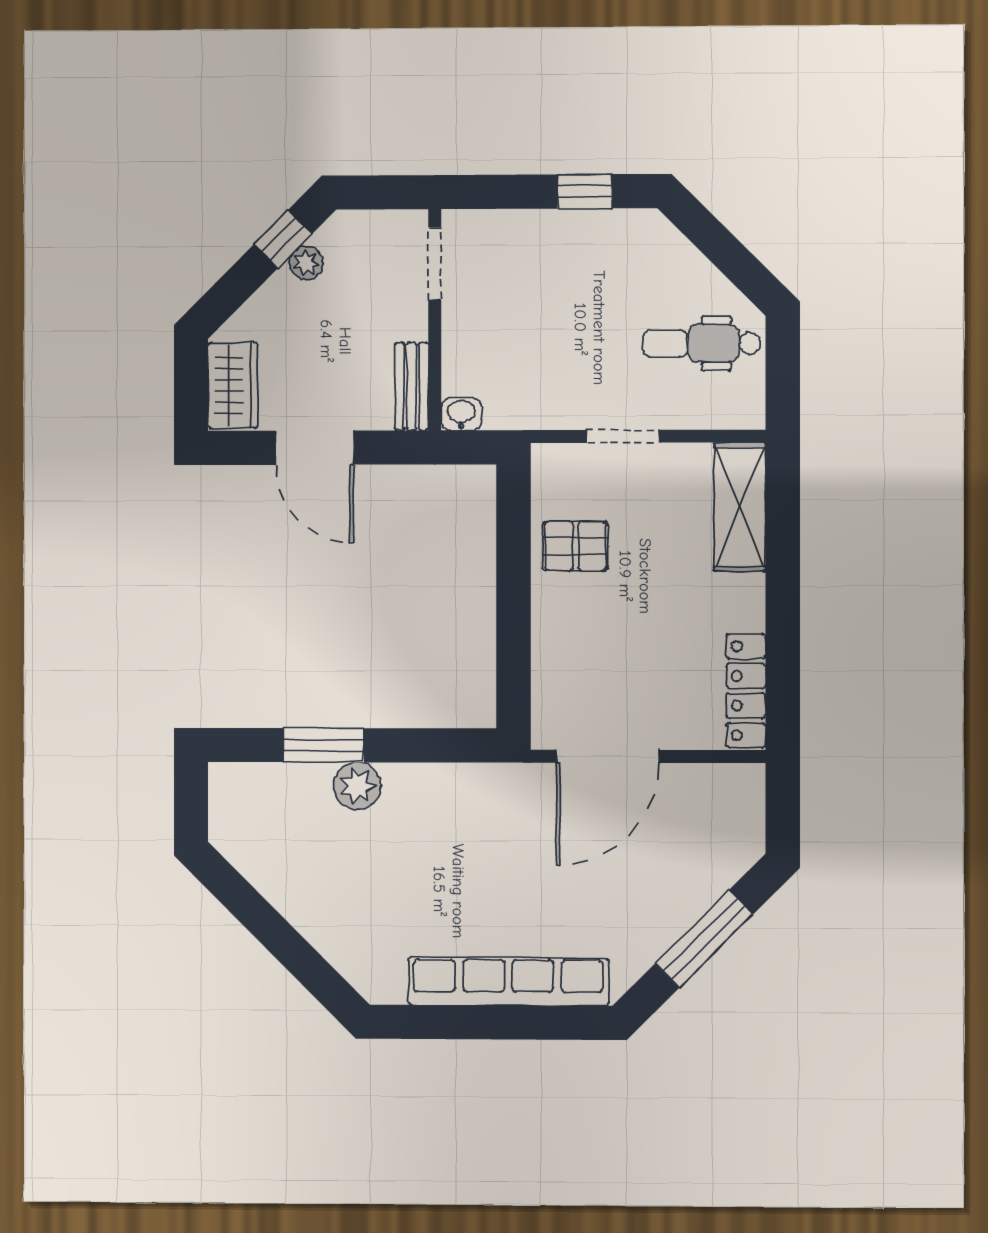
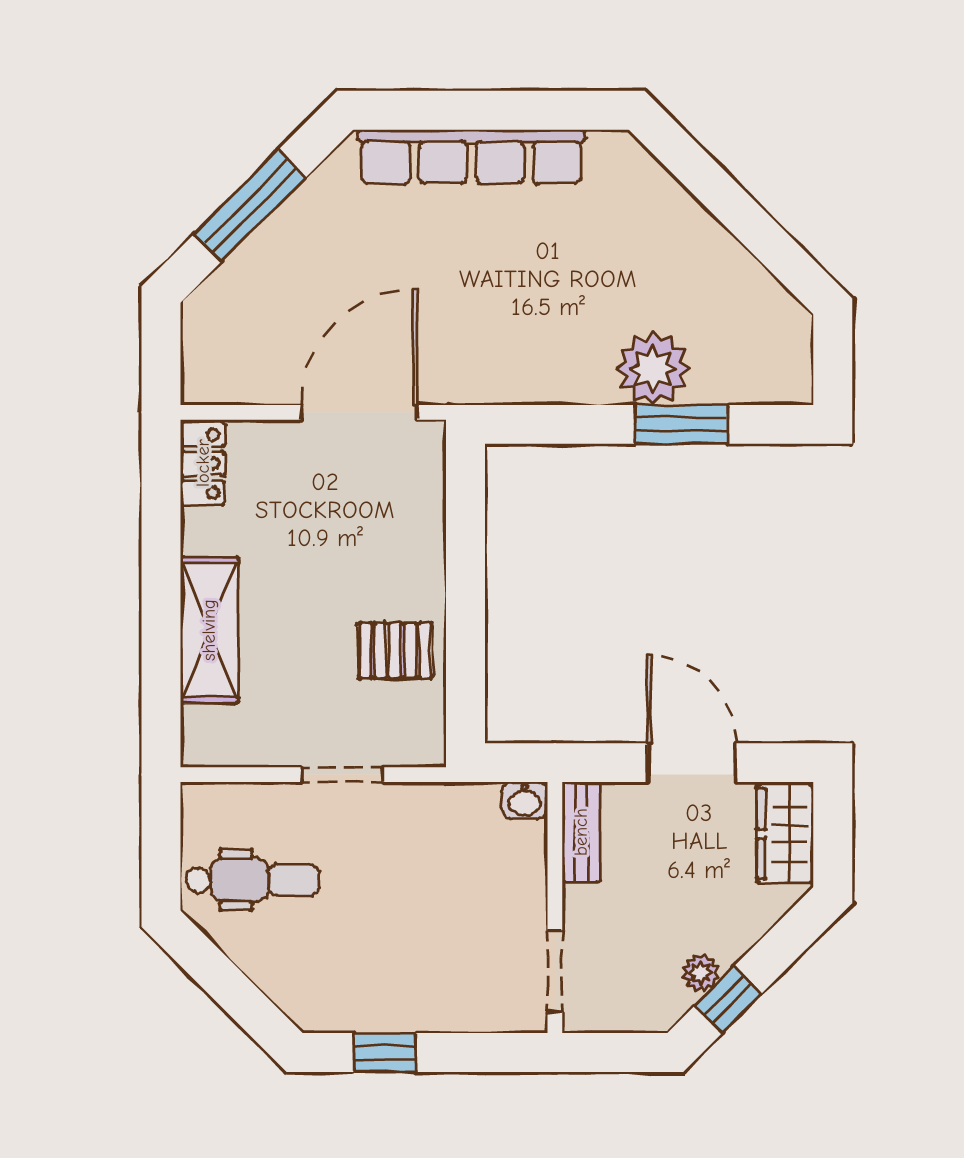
shelving: (740, 507) -> (209, 630), moved
locker: (746, 691) -> (203, 463), width x0.66
plant: (357, 786) -> (653, 368), width x1.36, depth x1.36

